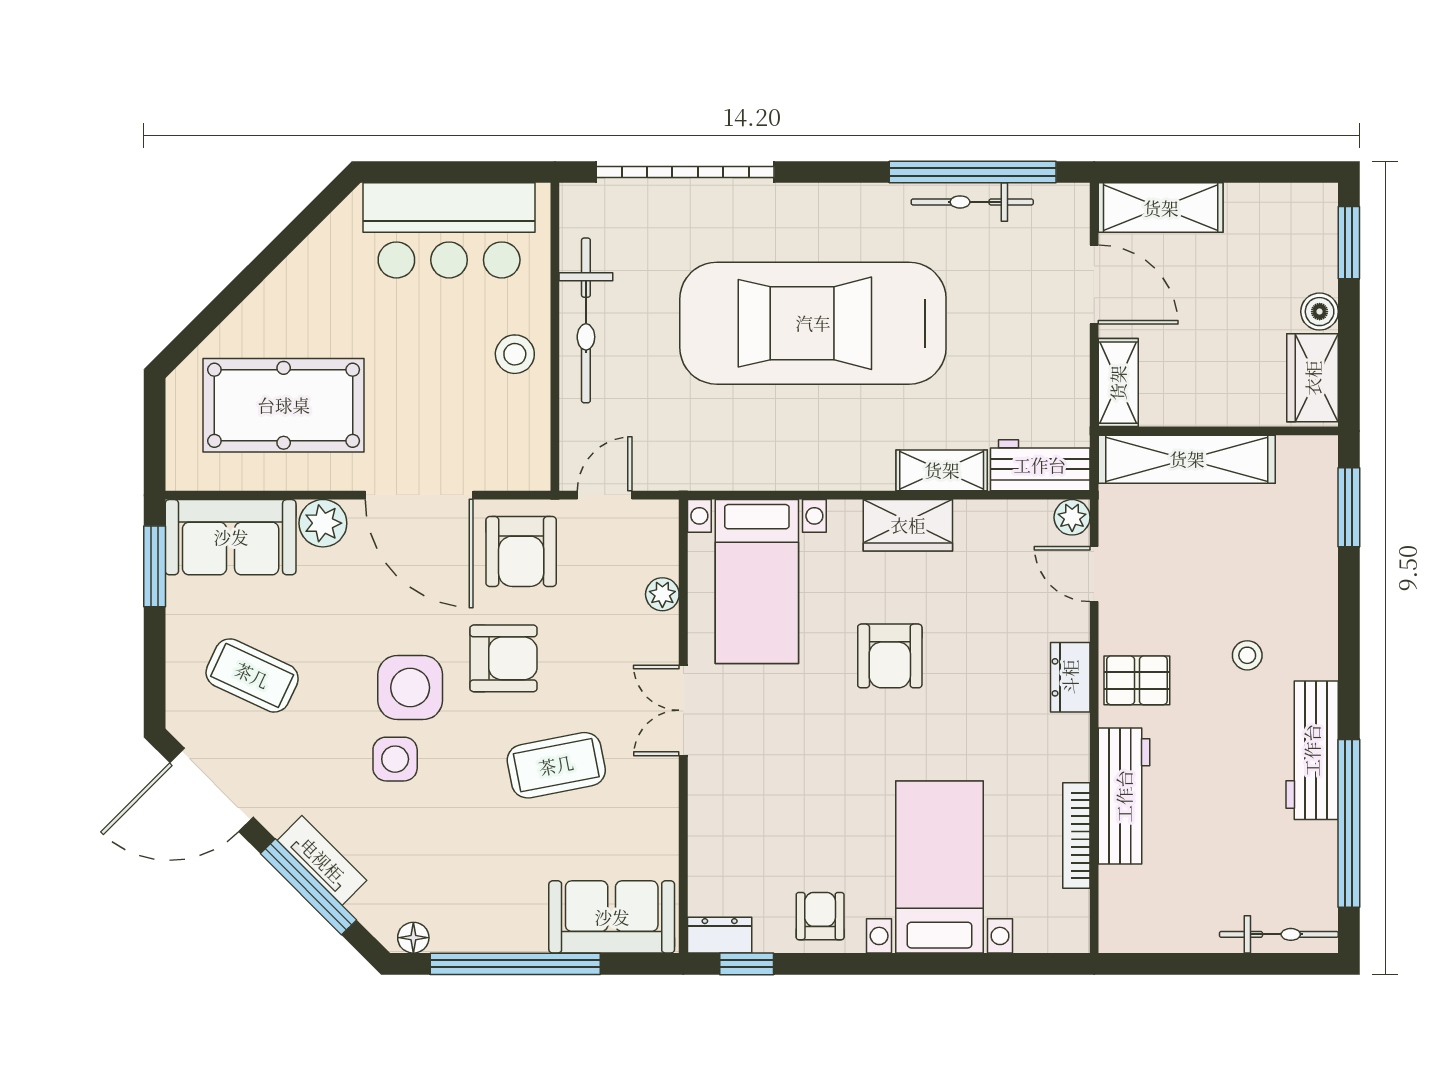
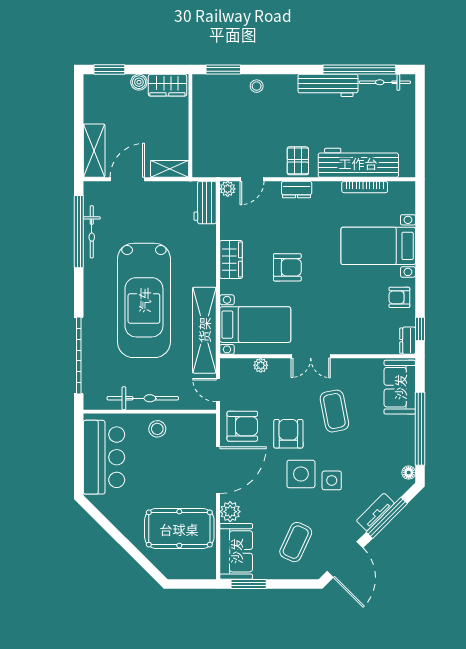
pool table: (284, 405) -> (179, 529), turned 90
shelving: (1187, 459) -> (203, 139), removed
shelving: (942, 470) -> (204, 330), moved, width x2.20, depth x1.33
stool: (1247, 655) -> (257, 86), moved
workbench: (1124, 796) -> (358, 163), width x1.36, depth x1.32
bicycle: (1279, 934) -> (385, 82), moved, turned -90

